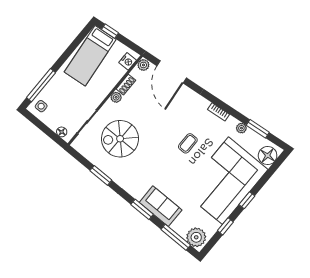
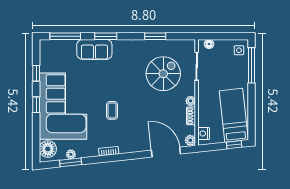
plant: (241, 128) -> (71, 154), moved
plant: (196, 237) -> (50, 48), removed

